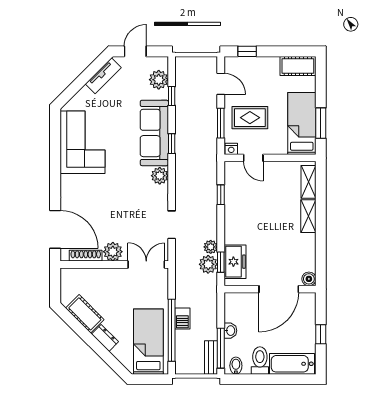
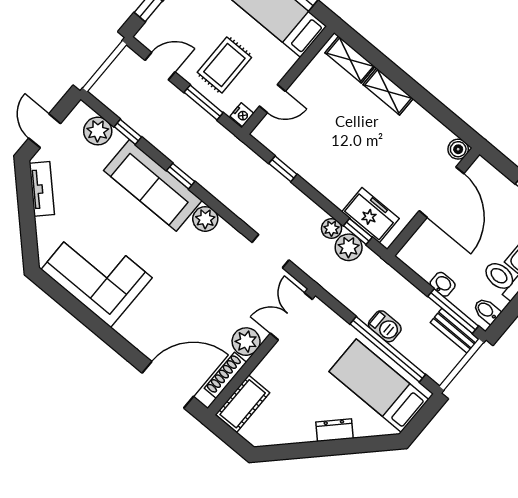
cot: (85, 314) -> (243, 404), moved, turned -45

